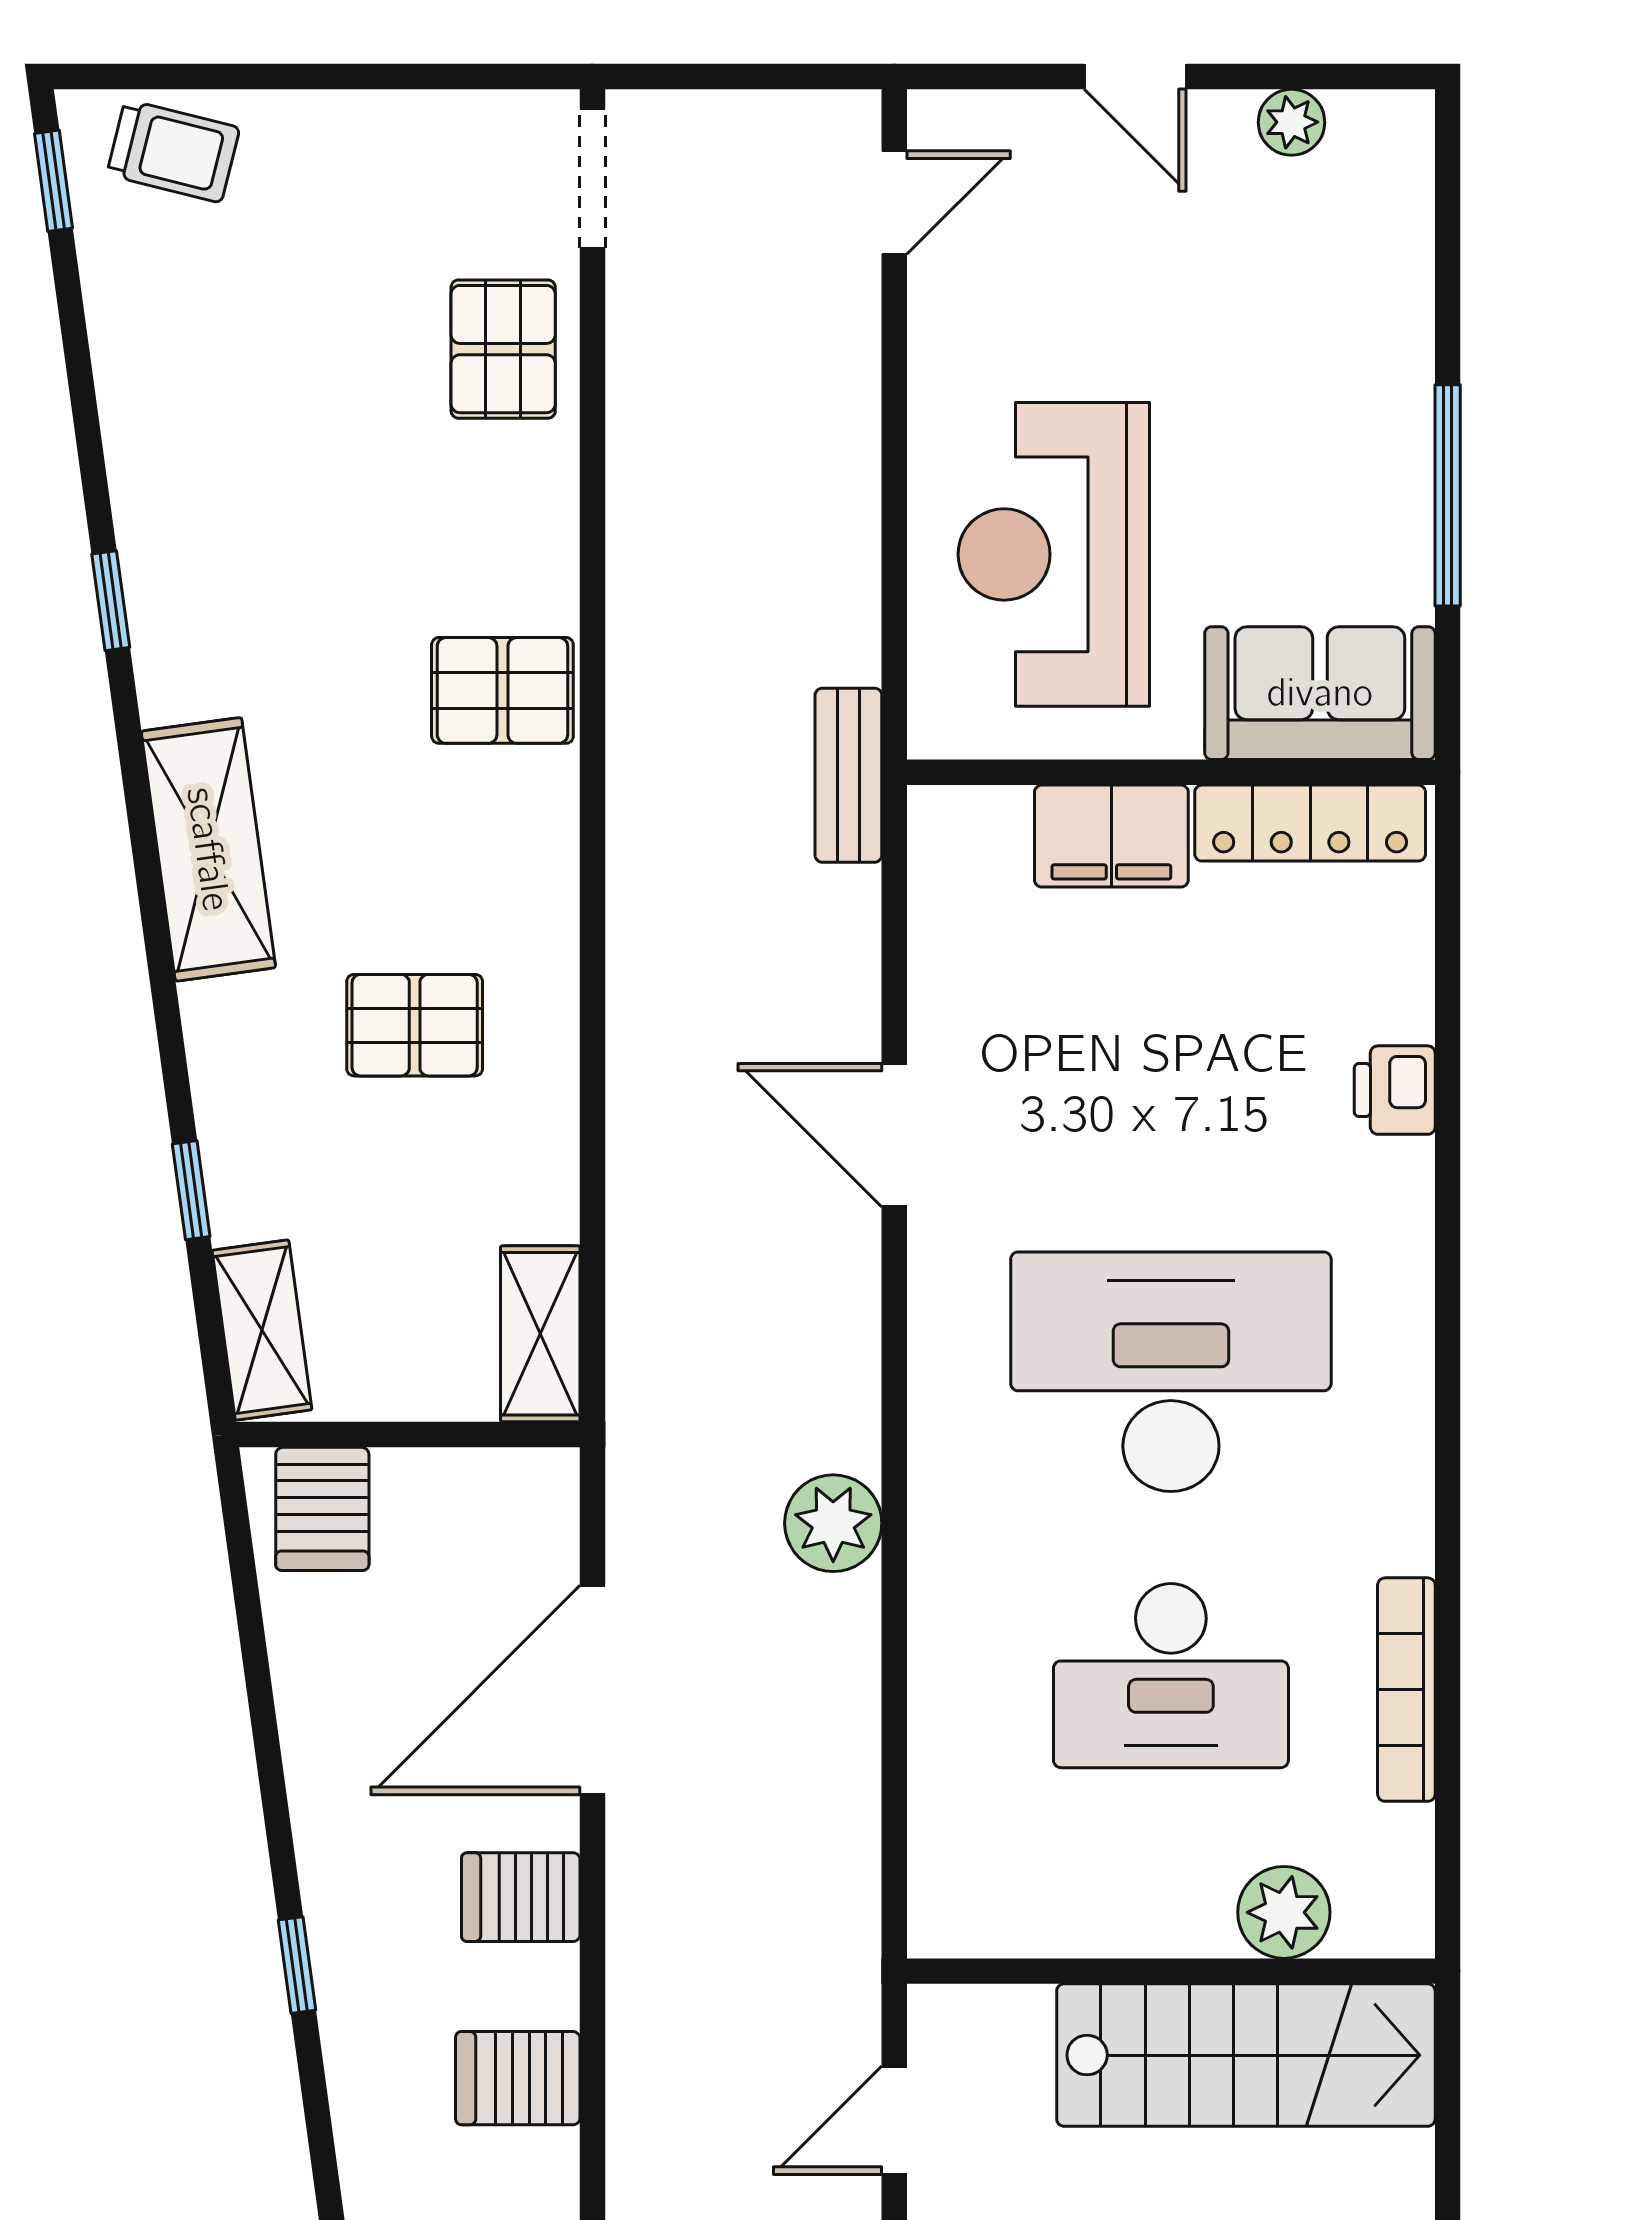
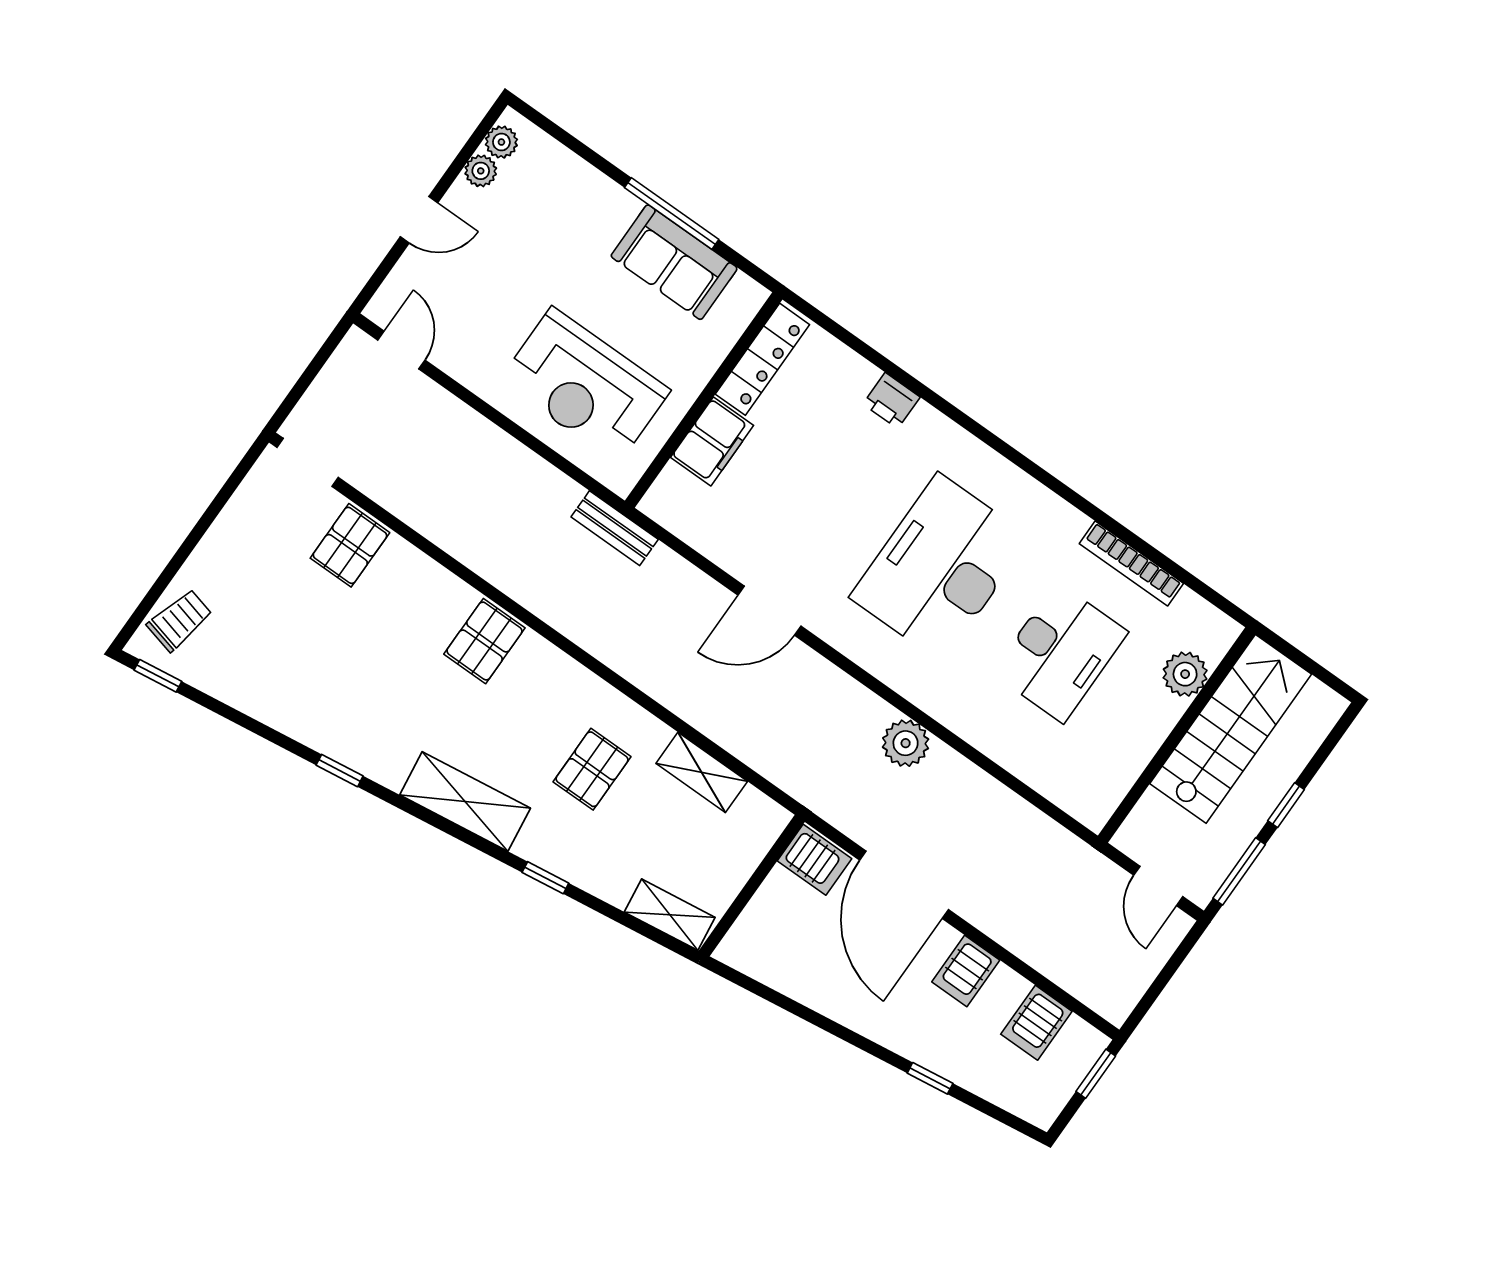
plant: (1365, 123) -> (501, 142), added
pallet: (503, 349) -> (350, 545), turned 90
sofa: (1320, 693) -> (674, 262), moved, turned -90
window: (191, 1190) -> (545, 878), moved
shelving: (540, 1334) -> (702, 772), moved
server rack: (322, 1509) -> (814, 860), moved

